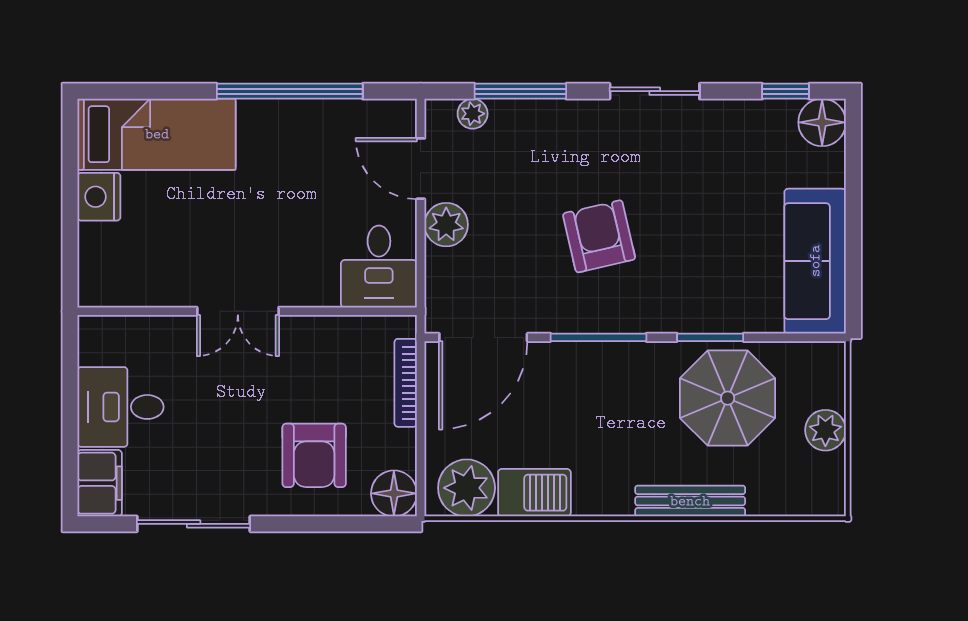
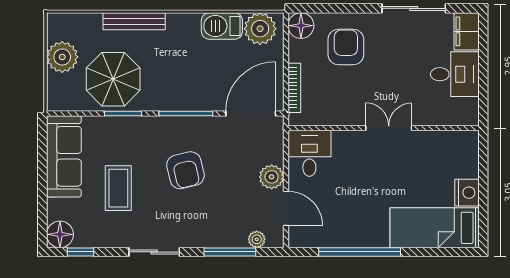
coffee table: (718, 205) -> (118, 188), added
plant: (825, 430) -> (62, 57), width x1.36, depth x1.36

